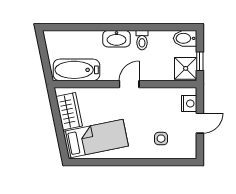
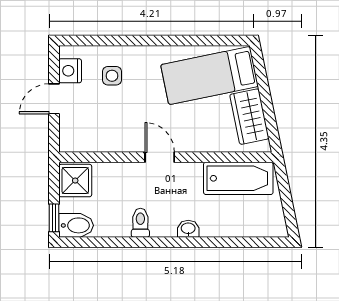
washbasin: (117, 39) -> (188, 229), width x0.52, depth x0.69
window: (200, 61) -> (54, 218), moved
door: (129, 84) -> (160, 157), swing flipped
nightstand: (189, 104) -> (70, 71), moved

